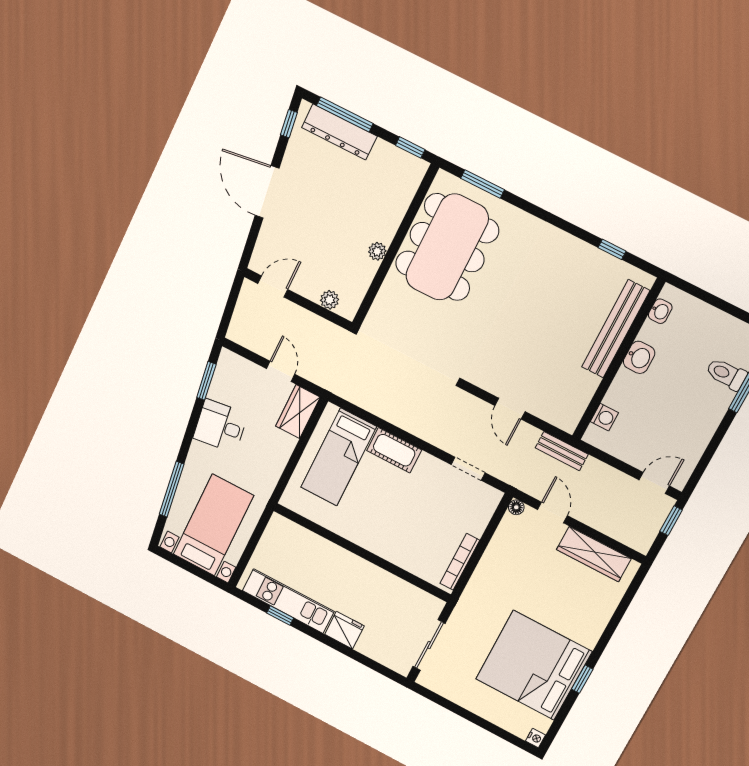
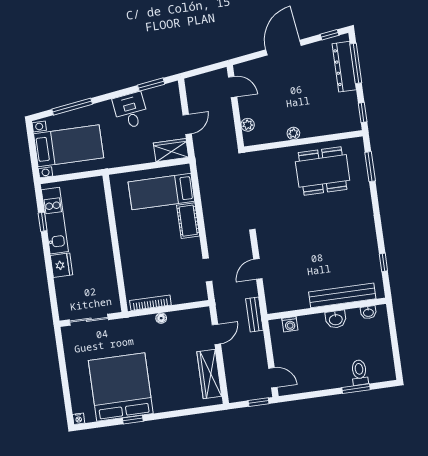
dining table: (447, 247) -> (323, 171), width x0.73, depth x0.80
floor lamp: (516, 507) -> (161, 318), moved

